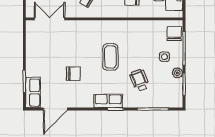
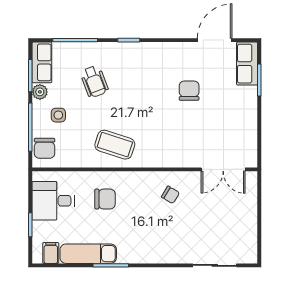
coffee table: (110, 57) -> (115, 145), moved, turned -72
chair: (73, 74) -> (189, 91), turned 90
row of seats: (108, 101) -> (42, 62), moved, turned -90

